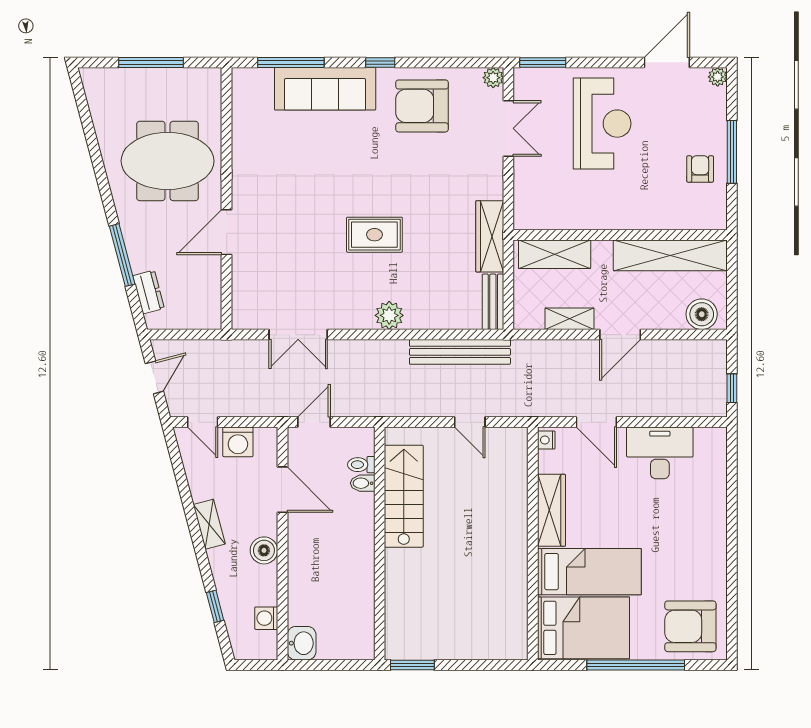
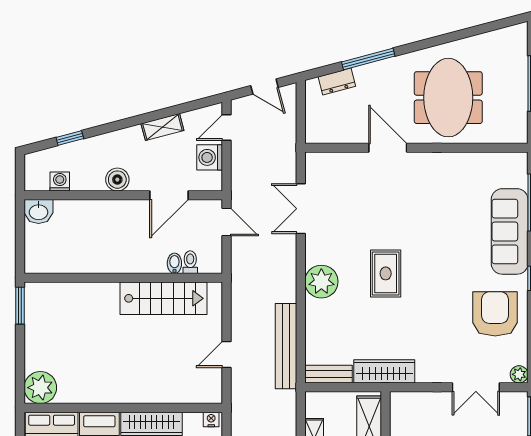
plant: (389, 315) -> (321, 282), width x1.36, depth x1.36
shelving: (209, 524) -> (162, 127), moved
plant: (509, 641) -> (40, 388), added

